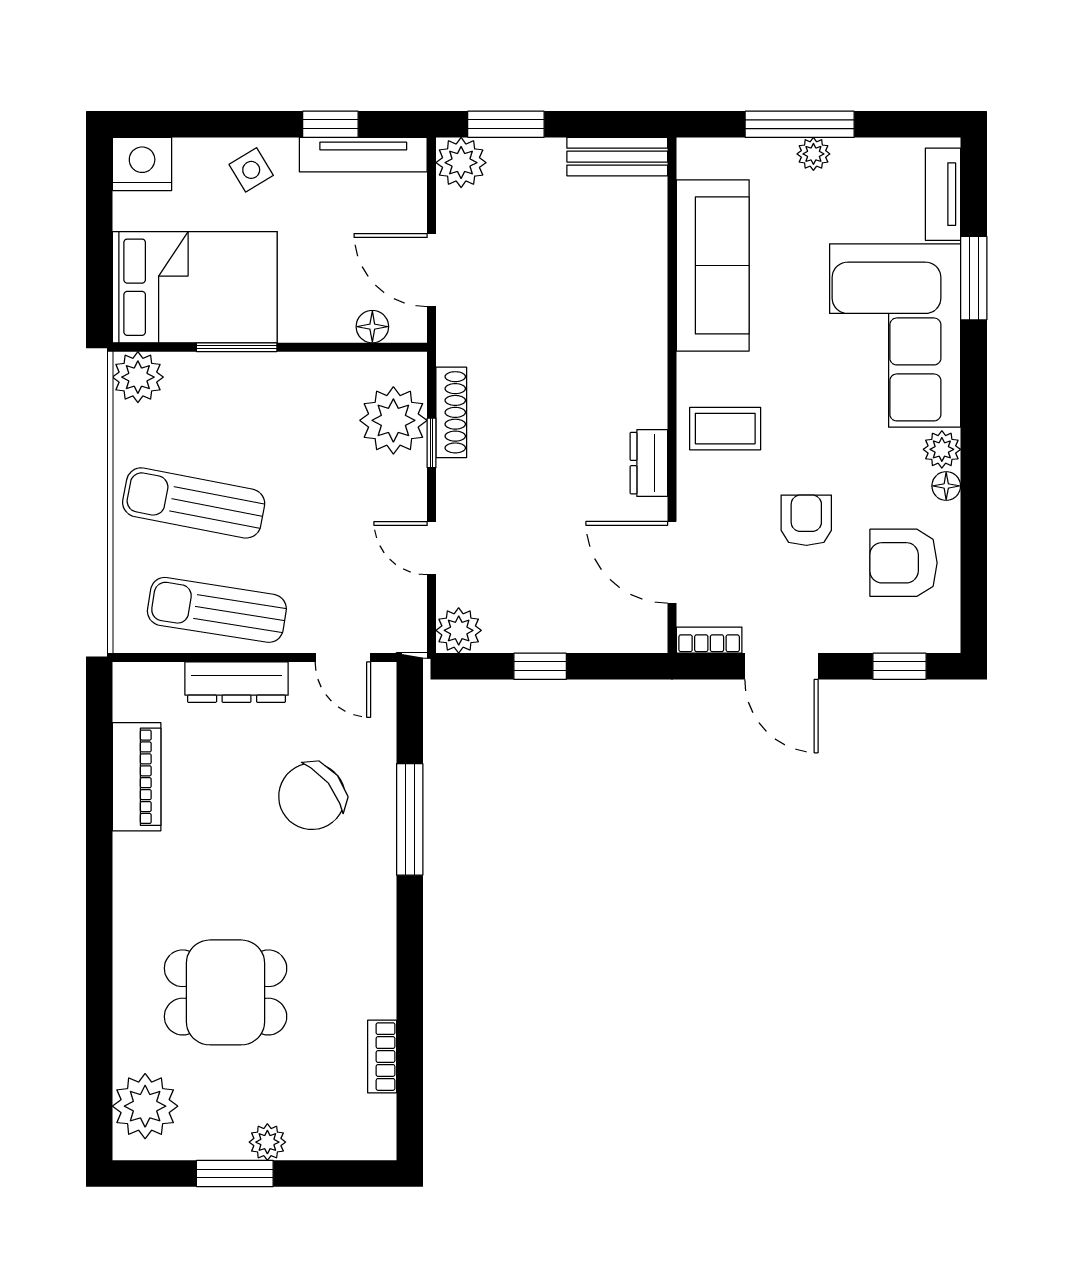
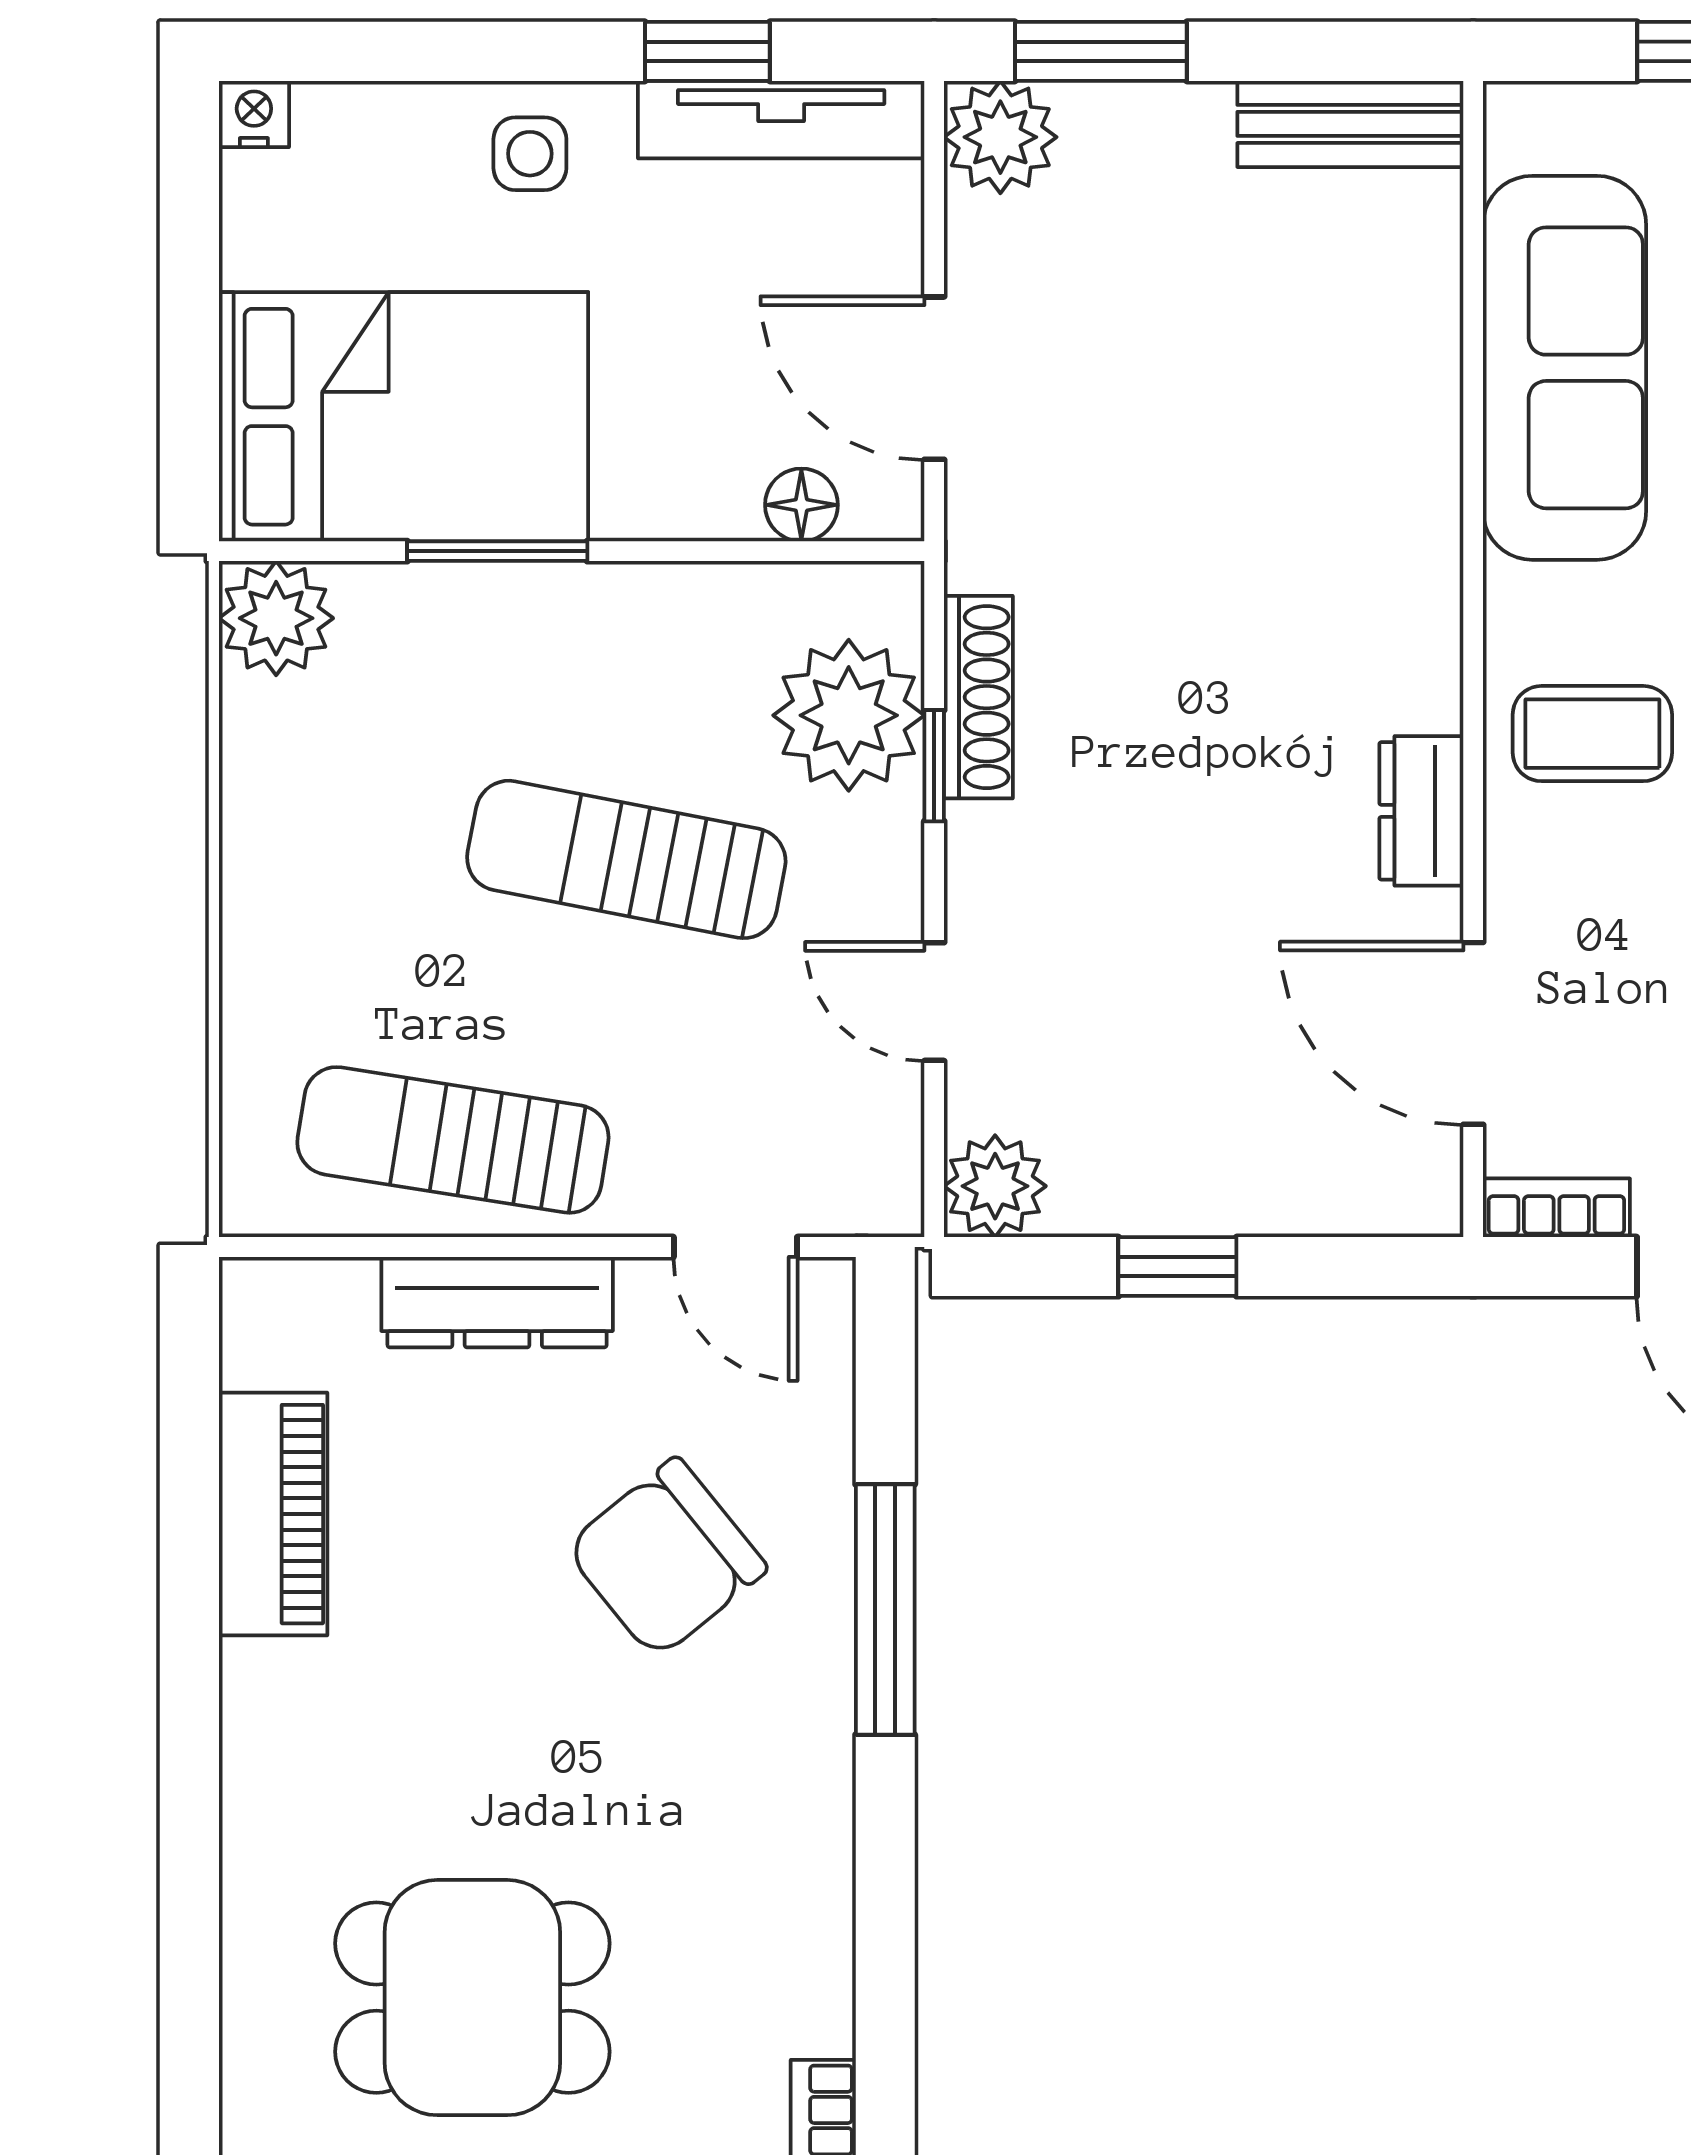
nightstand: (142, 164) -> (254, 114), width x0.53, depth x0.56
side table: (251, 170) -> (530, 154), turned 31
sun lounger: (194, 503) -> (626, 859), moved

